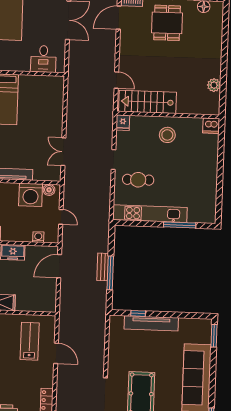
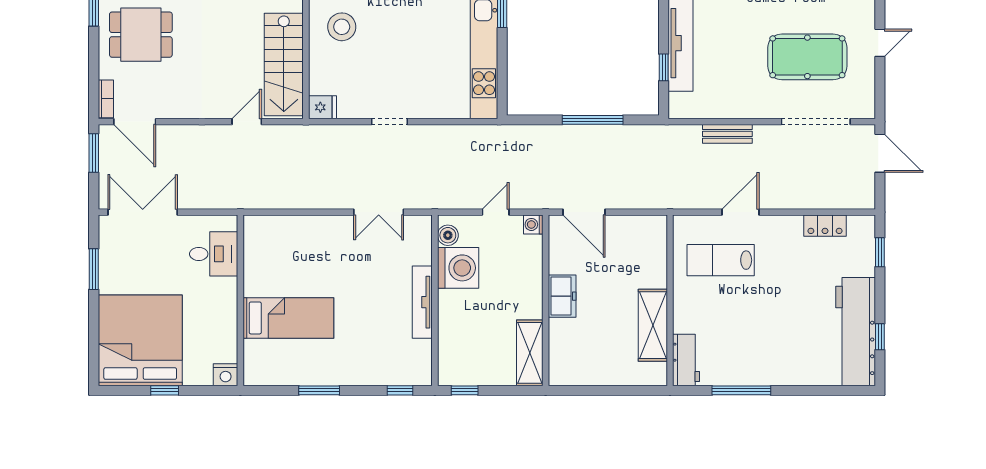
cafe table: (138, 180) -> (424, 76), removed
washing machine: (38, 237) -> (533, 224), moved
bench: (103, 267) -> (727, 134), moved

